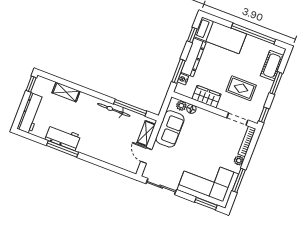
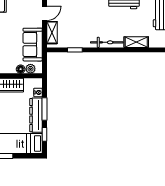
window: (178, 71) -> (45, 109), moved
window: (130, 108) -> (75, 50), width x0.46
bicycle: (114, 110) -> (107, 42), moved
door: (146, 155) -> (45, 13), hinge flipped

